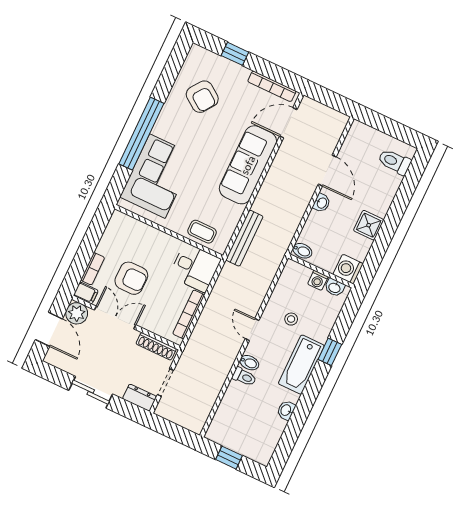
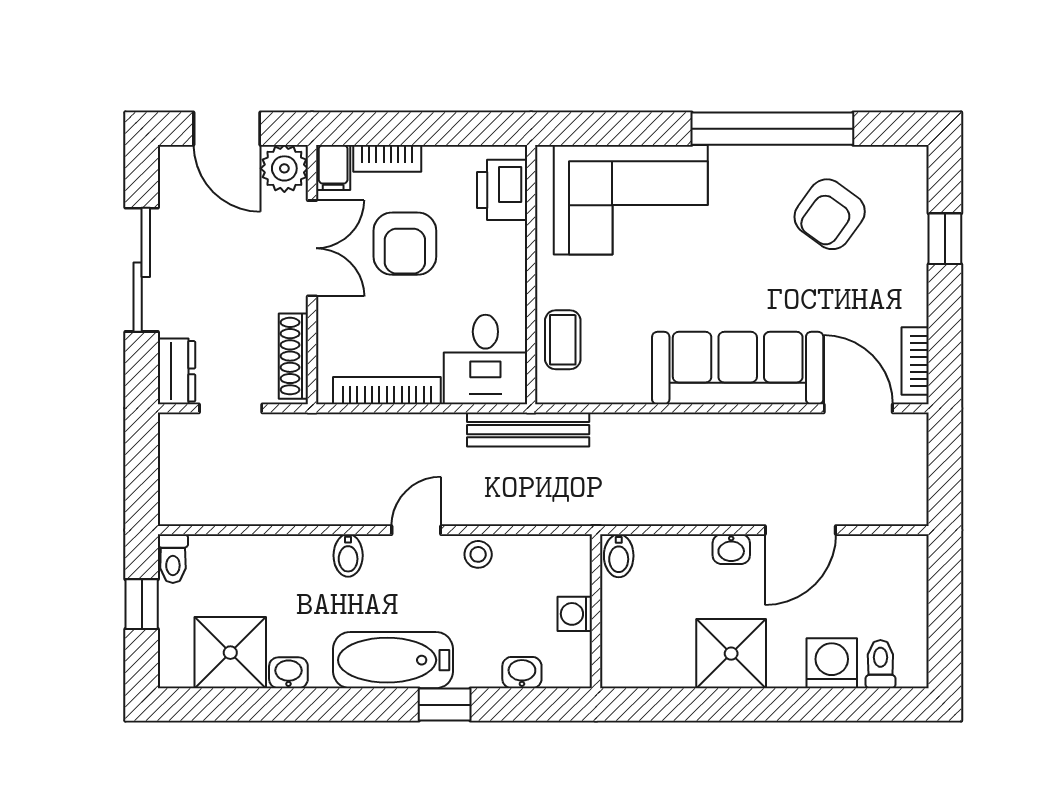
bookcase: (272, 86) -> (915, 361), width x0.64
window: (141, 134) -> (772, 129), moved
toilet: (394, 162) -> (880, 664), width x0.73, depth x0.72
shower: (369, 225) -> (731, 654), width x1.36, depth x1.36
printer: (128, 227) -> (502, 190), added
bench: (244, 238) -> (528, 430), moved
washing machine: (348, 269) -> (832, 663), moved
washbasin: (335, 288) -> (522, 673), moved, turned 90
stool: (291, 319) -> (478, 554), moved
door: (49, 329) -> (227, 129), hinge flipped
toilet: (244, 377) -> (173, 559), moved
sliding door: (91, 392) -> (142, 270), width x1.37
shower: (266, 430) -> (230, 653), added

